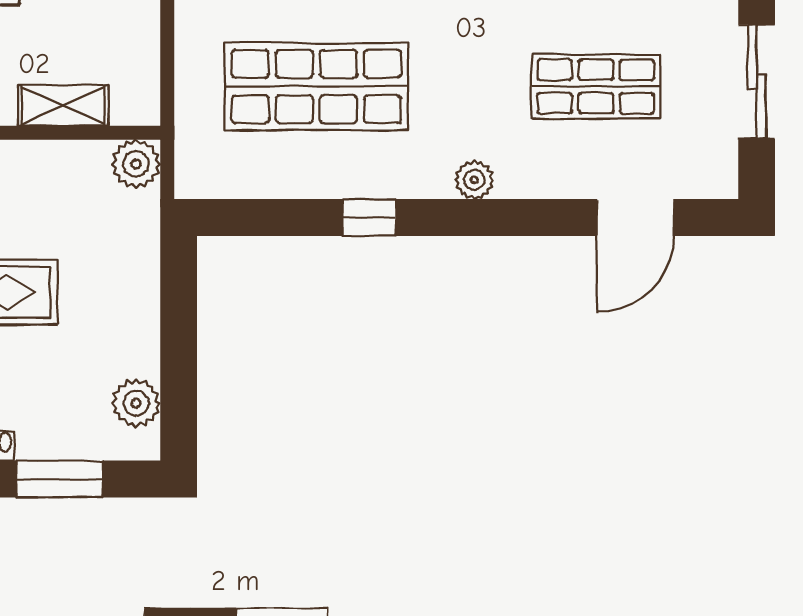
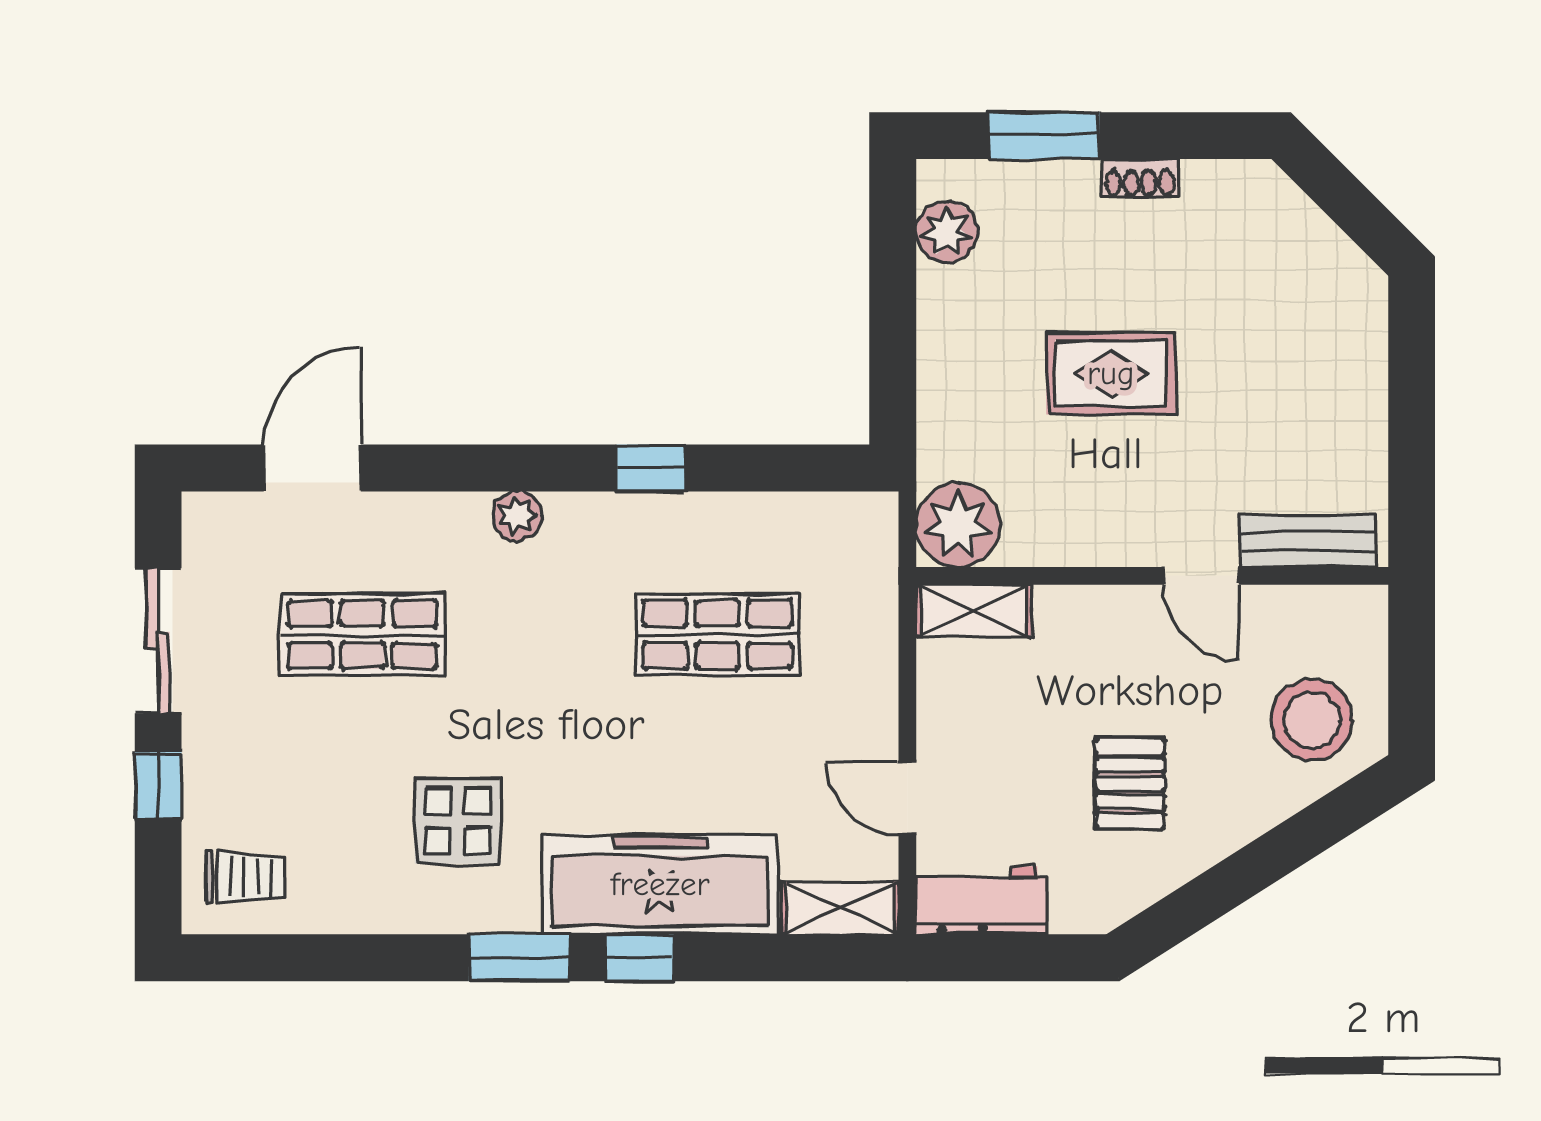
shop shelf: (316, 87) -> (718, 635), width x0.70, depth x0.74
shelving: (63, 106) -> (973, 610), moved
plant: (136, 164) -> (958, 525), width x1.36, depth x1.36

